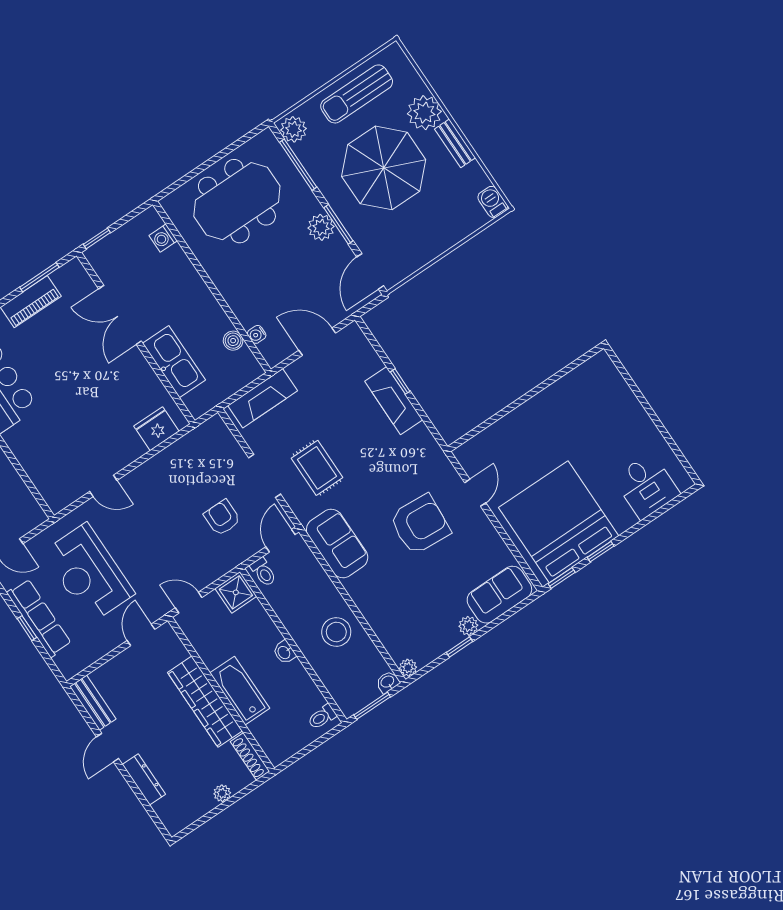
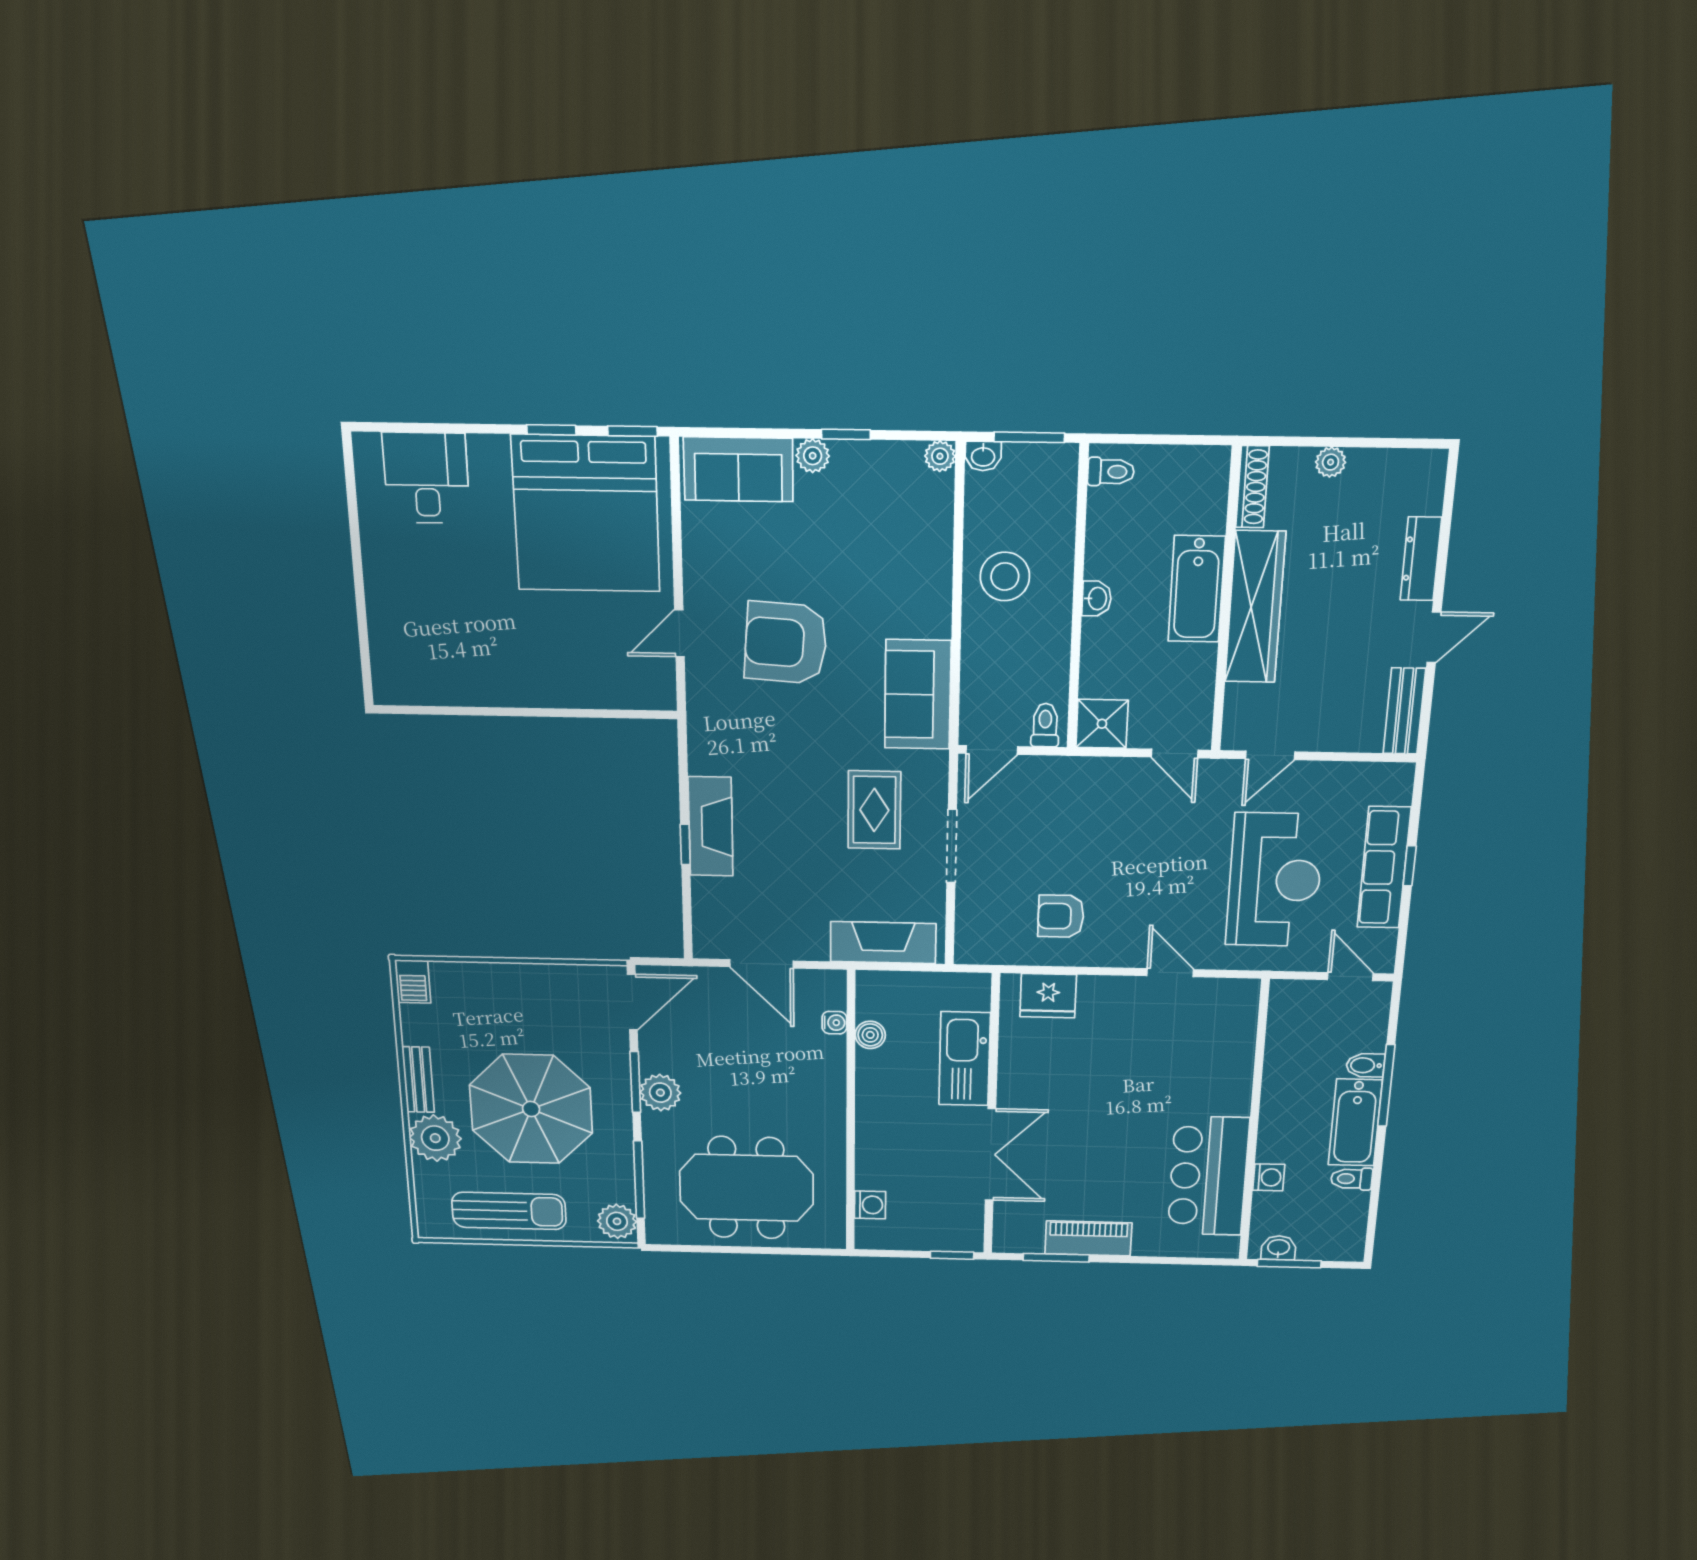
armchair: (222, 518) -> (1061, 916), moved, turned 90

